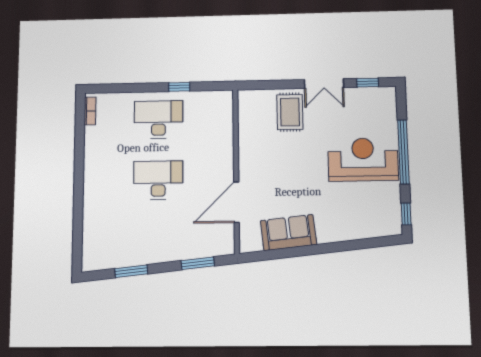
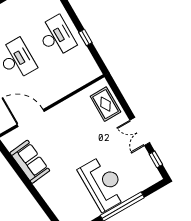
rug: (290, 112) -> (105, 104), moved, turned 90

